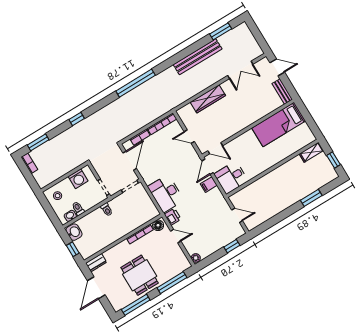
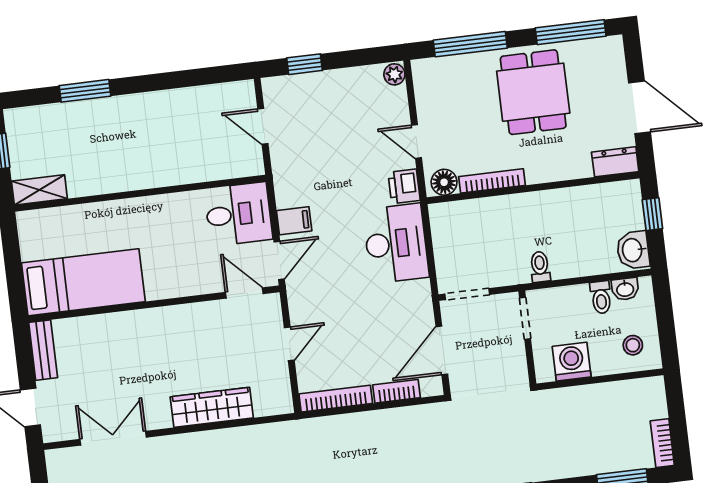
door: (189, 137) -> (289, 344), hinge flipped
door: (96, 288) -> (640, 107), hinge flipped

